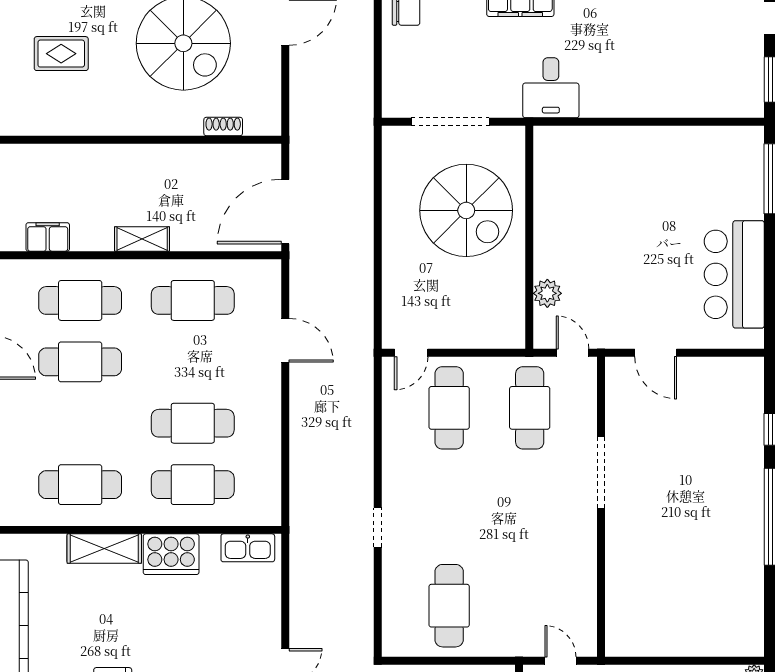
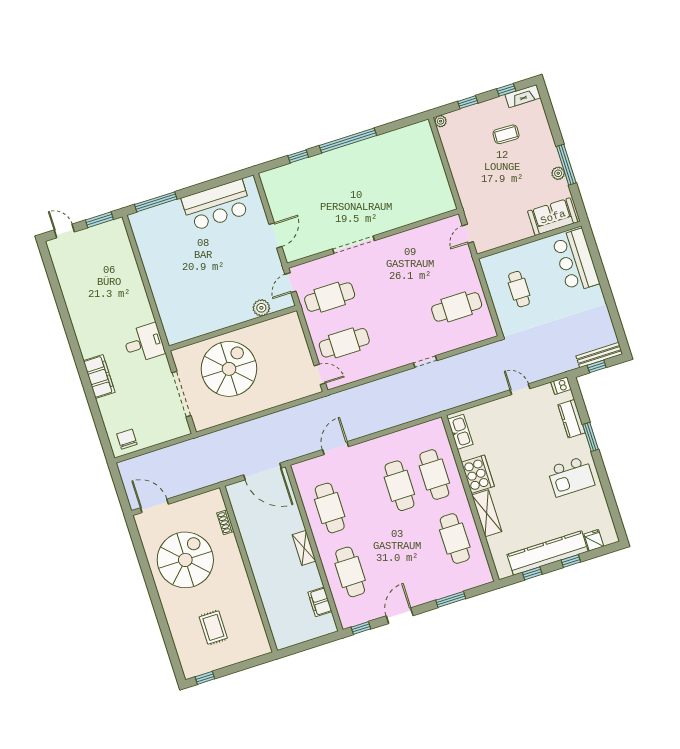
cafe table: (80, 362) -> (385, 561), removed

